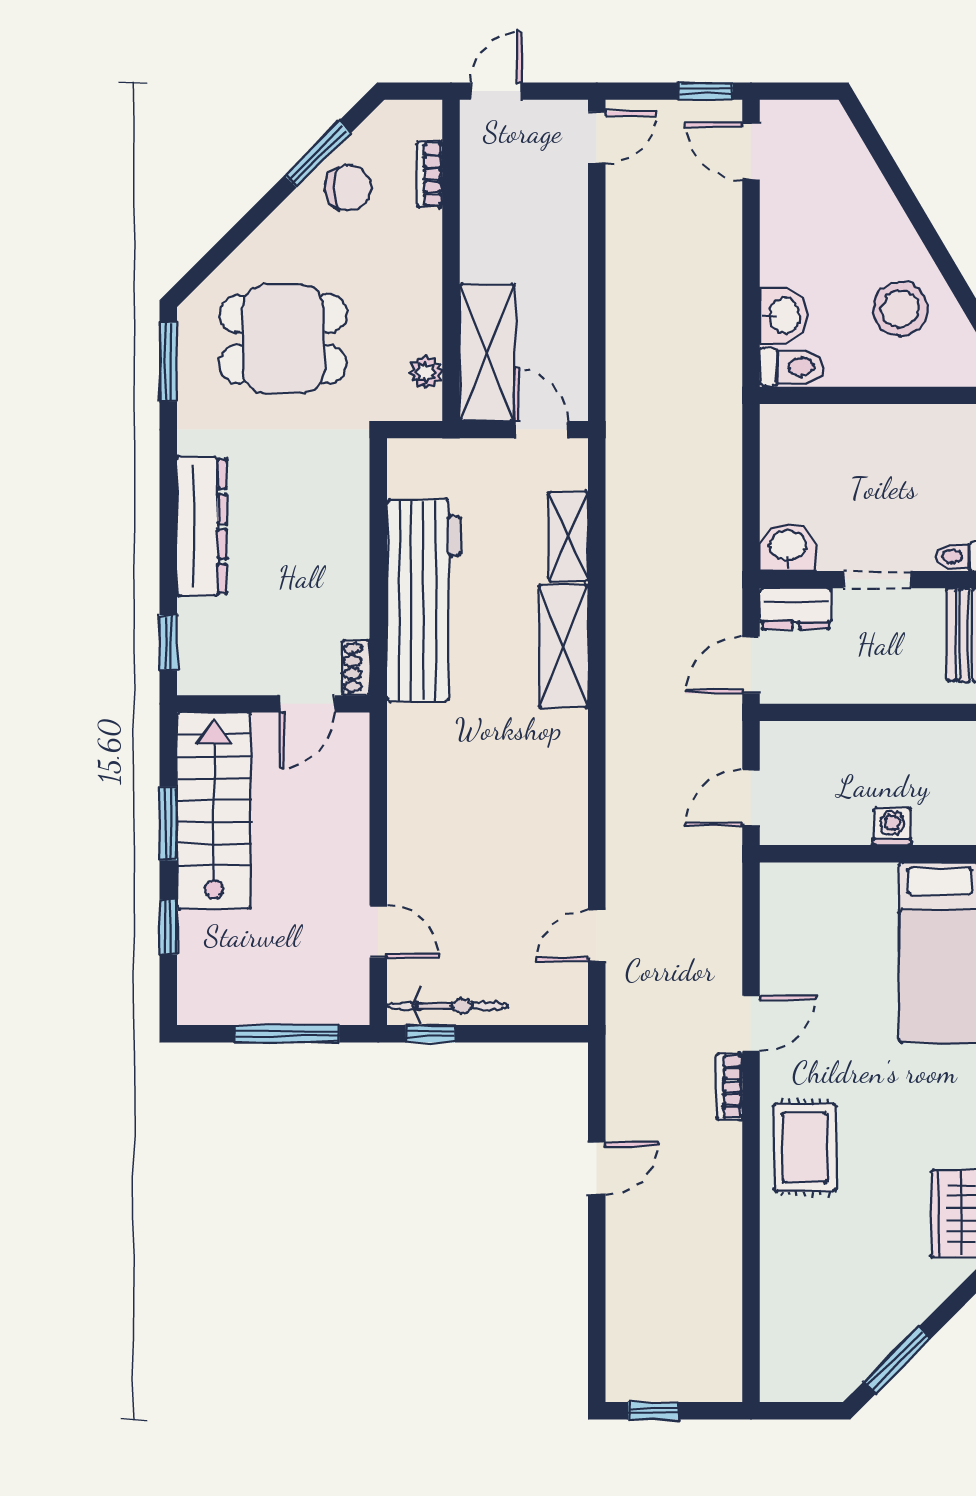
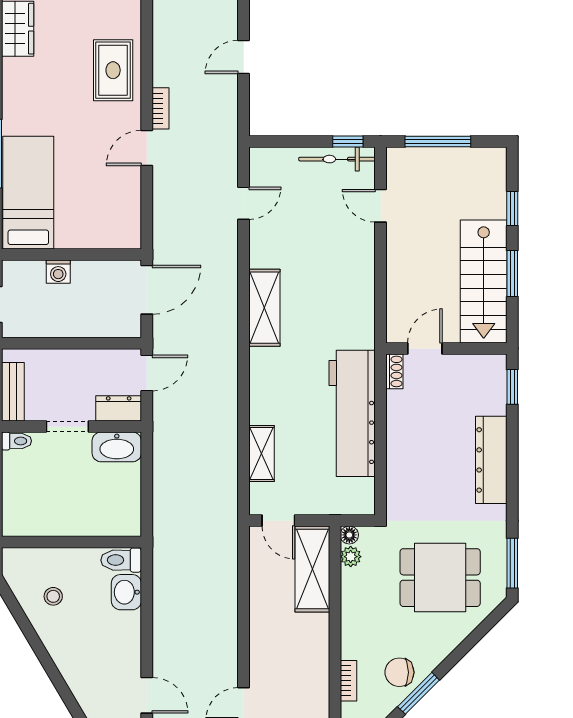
stool: (900, 309) -> (53, 596), width x0.53, depth x0.53
floor lamp: (428, 407) -> (349, 535), added
washbasin: (788, 547) -> (117, 447), width x1.38
shelving: (564, 646) -> (264, 308), moved
door: (751, 798) -> (147, 290), width x1.38

